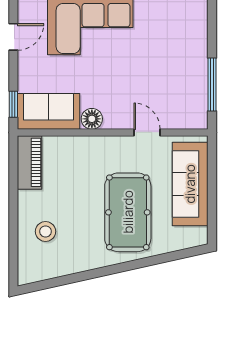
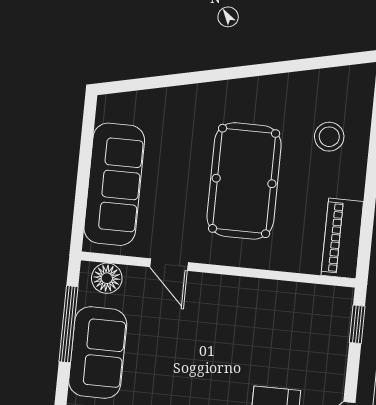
sofa: (49, 111) -> (98, 352), moved, turned -90
floor lamp: (92, 119) -> (107, 278), moved
pool table: (128, 212) -> (244, 181), moved

